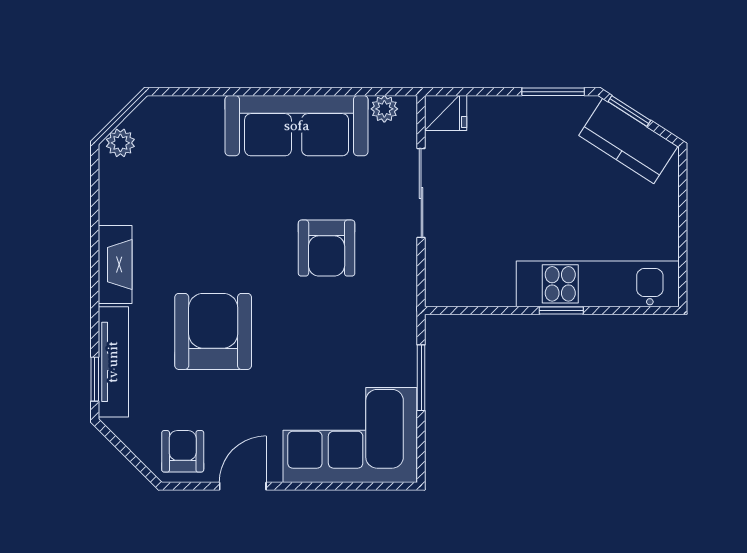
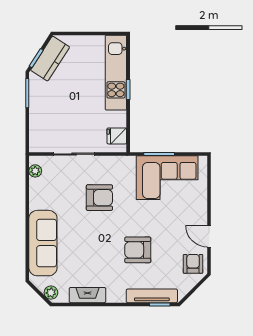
fridge: (446, 113) -> (117, 136), moved, turned -90
sofa: (297, 126) -> (43, 243), moved
fireplace: (115, 265) -> (87, 295), moved
armchair: (213, 331) -> (138, 250), width x0.73, depth x0.73
corner sofa: (350, 435) -> (167, 178), moved, turned -90
armchair: (183, 451) -> (193, 264), turned 90

